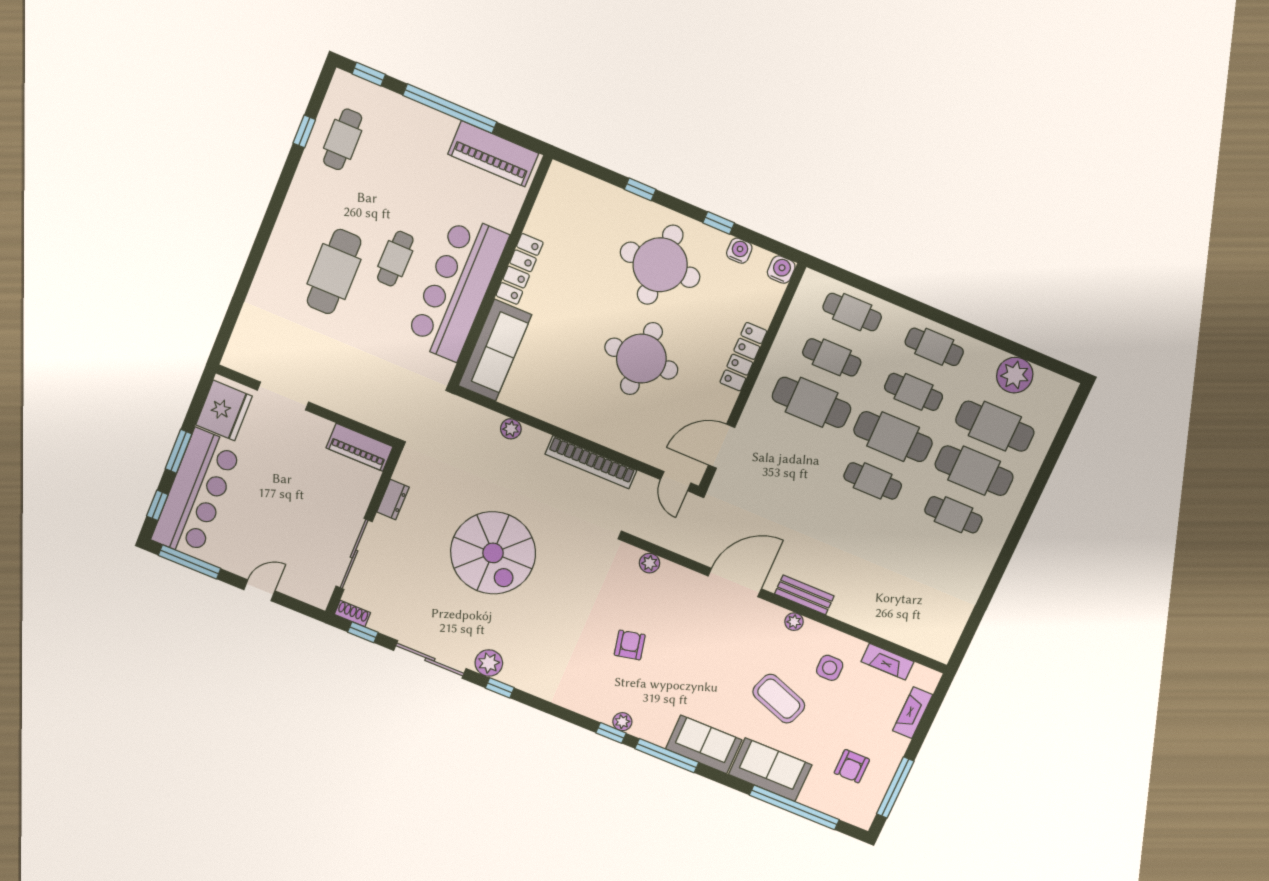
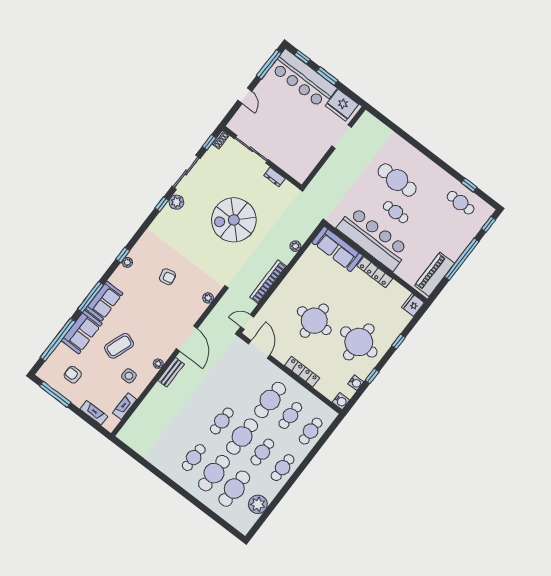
fridge: (563, 180) -> (413, 305), added
piano: (360, 447) -> (306, 168), removed
window: (667, 756) -> (90, 297), moved

